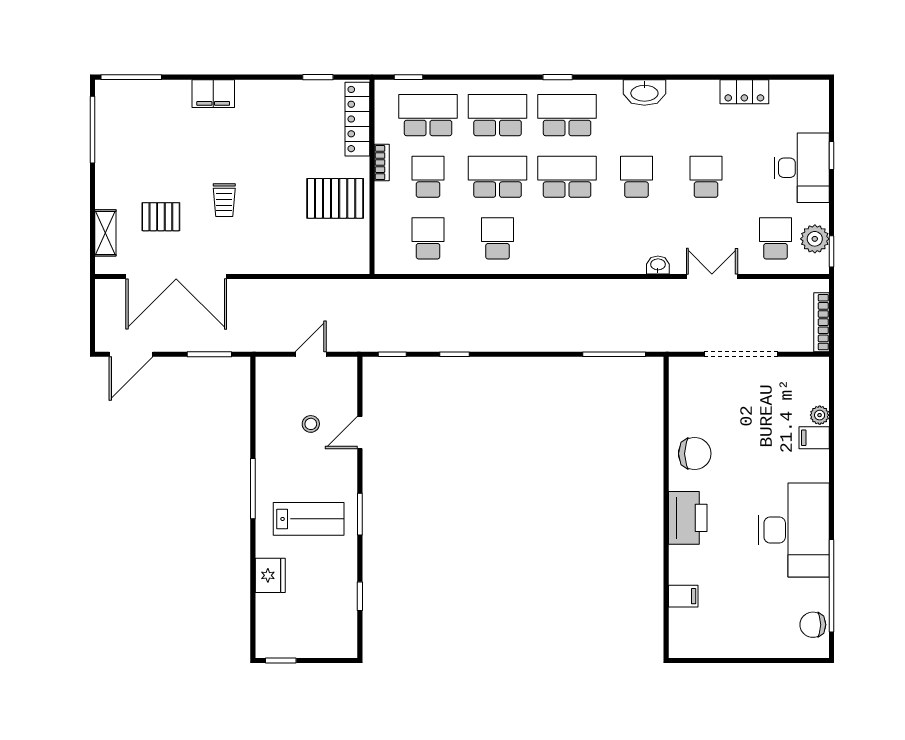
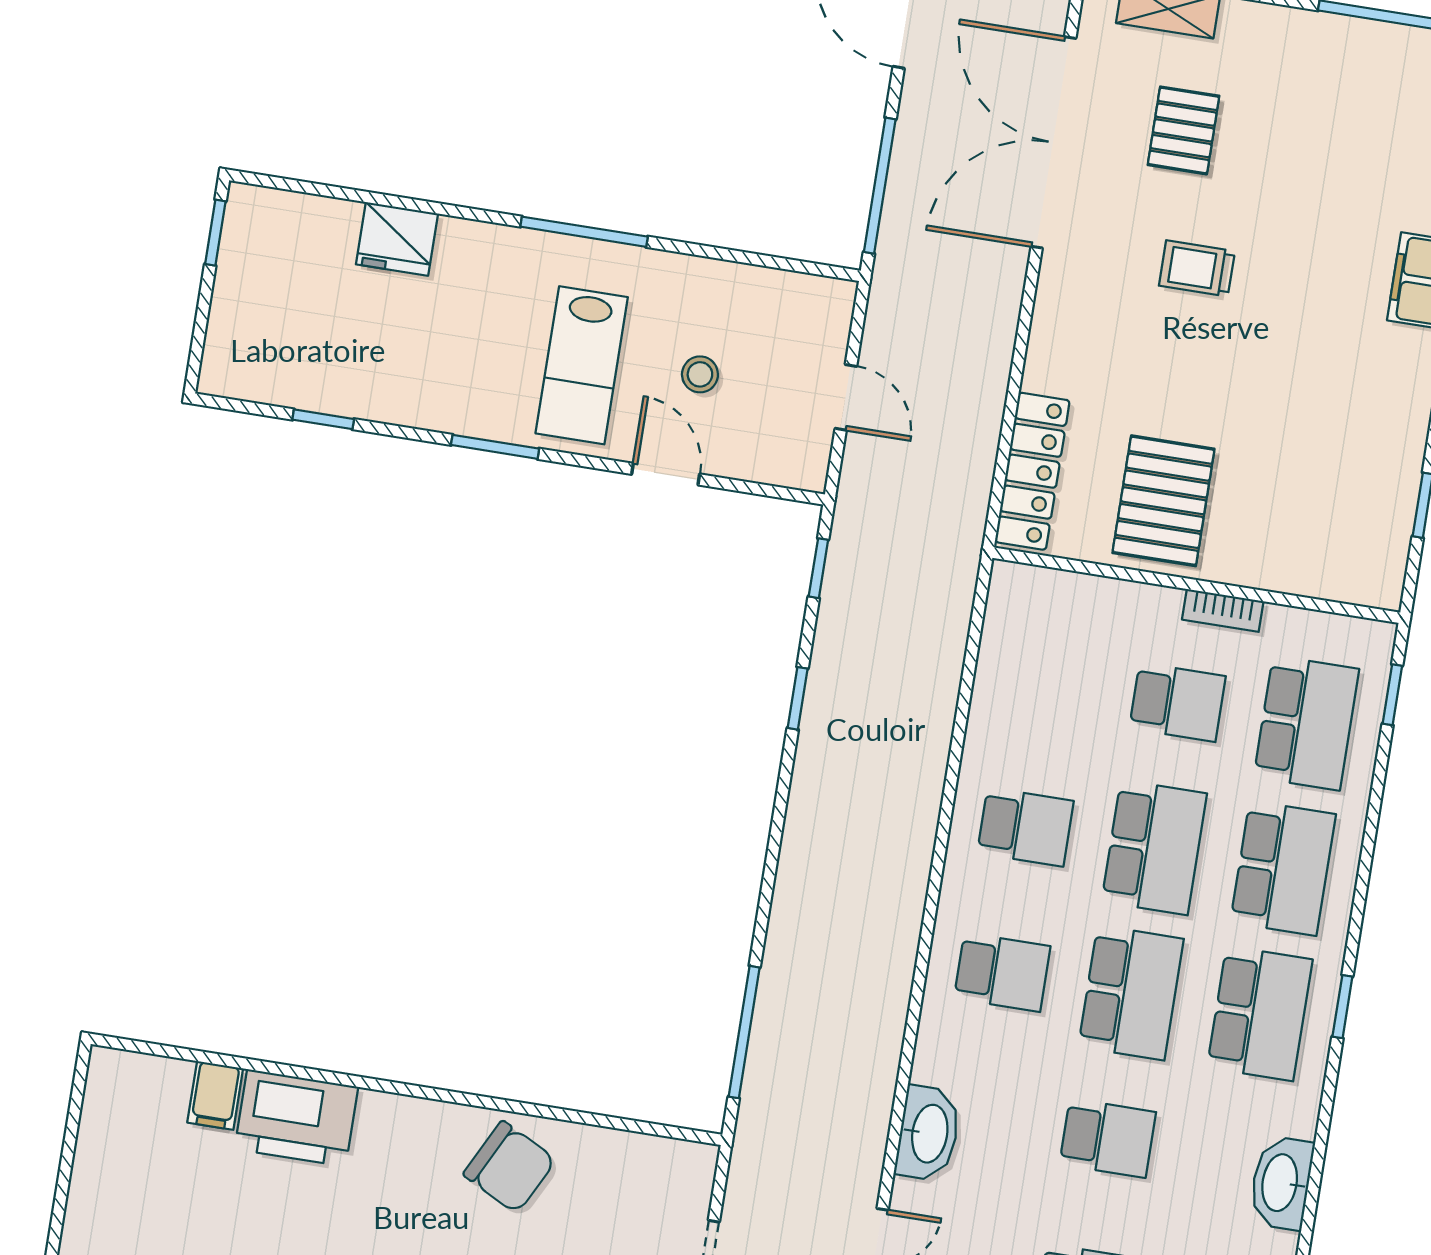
locker: (357, 119) -> (1032, 471), moved, turned 90
school desk: (428, 238) -> (1002, 972), moved
washbasin: (658, 265) -> (928, 1133), width x1.91, depth x1.45
window: (209, 354) -> (880, 186), width x1.44
chair: (695, 454) -> (510, 1167), turned -63
printer: (688, 518) -> (296, 1118), moved
lab bench: (309, 519) -> (582, 365), moved

